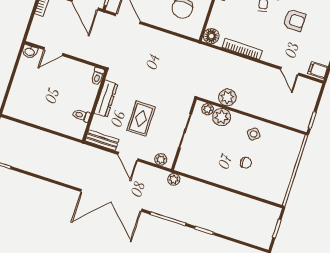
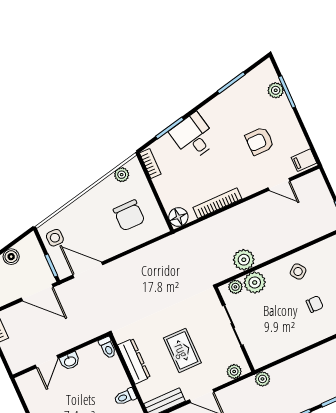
armchair: (294, 20) -> (260, 141), moved, turned 180
washbasin: (30, 51) -> (70, 361), moved

